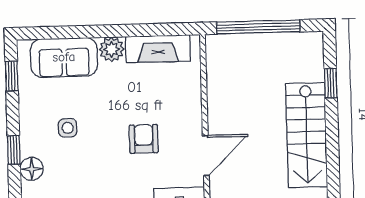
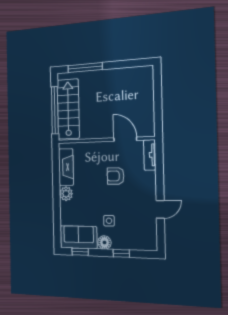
sofa: (64, 57) -> (79, 237), moved, turned -90
window: (331, 83) -> (85, 68), width x2.17
stairs: (307, 135) -> (68, 109), moved, turned -90
floor lamp: (32, 169) -> (104, 242), moved

